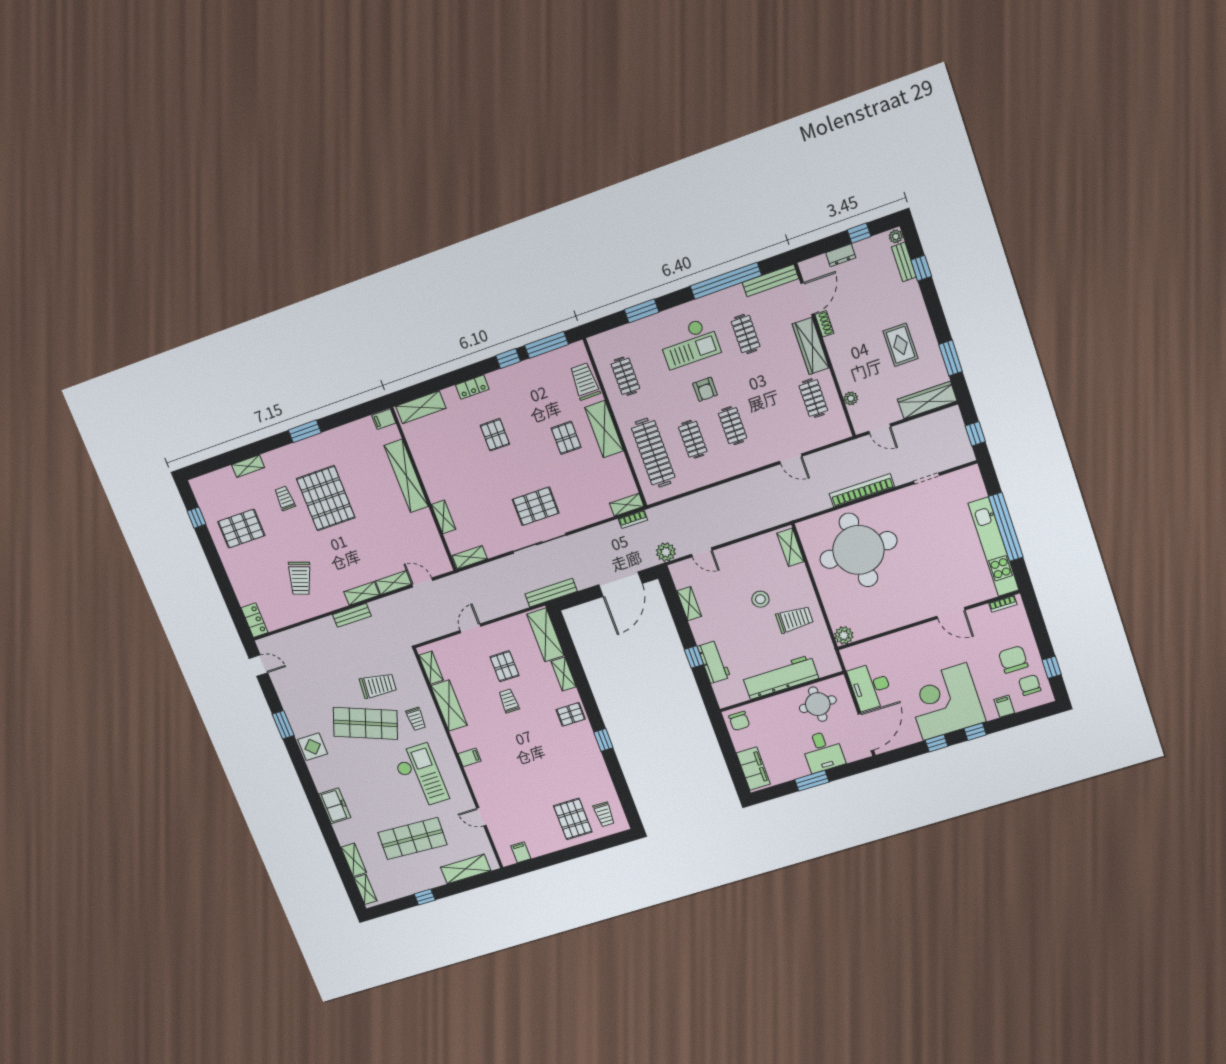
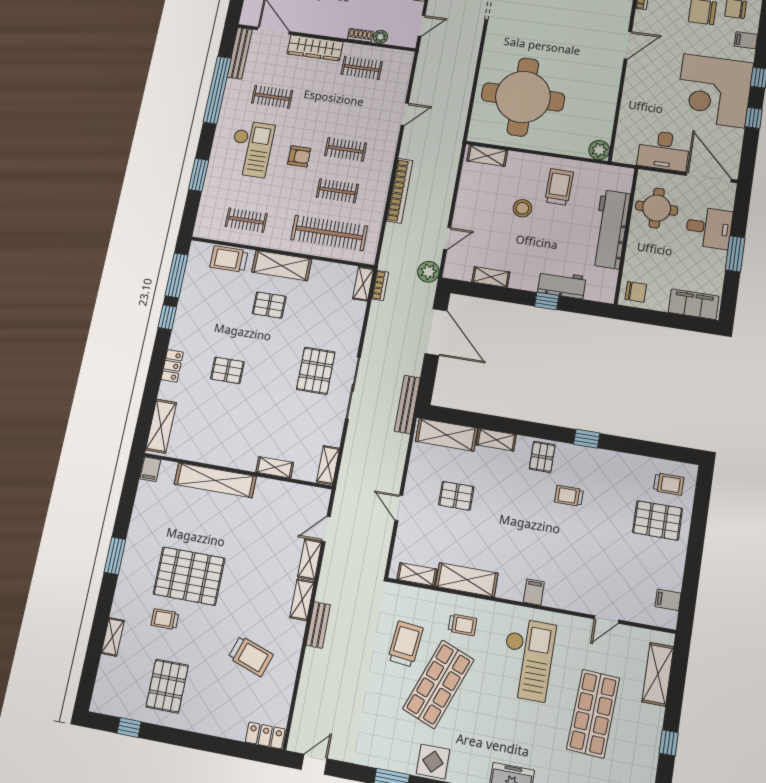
shoe rack: (824, 324) -> (360, 35), moved
bookcase: (862, 490) -> (400, 191), moved, turned 180
trolley: (509, 701) -> (569, 496), moved
checkout: (421, 776) -> (527, 659), turned 90

